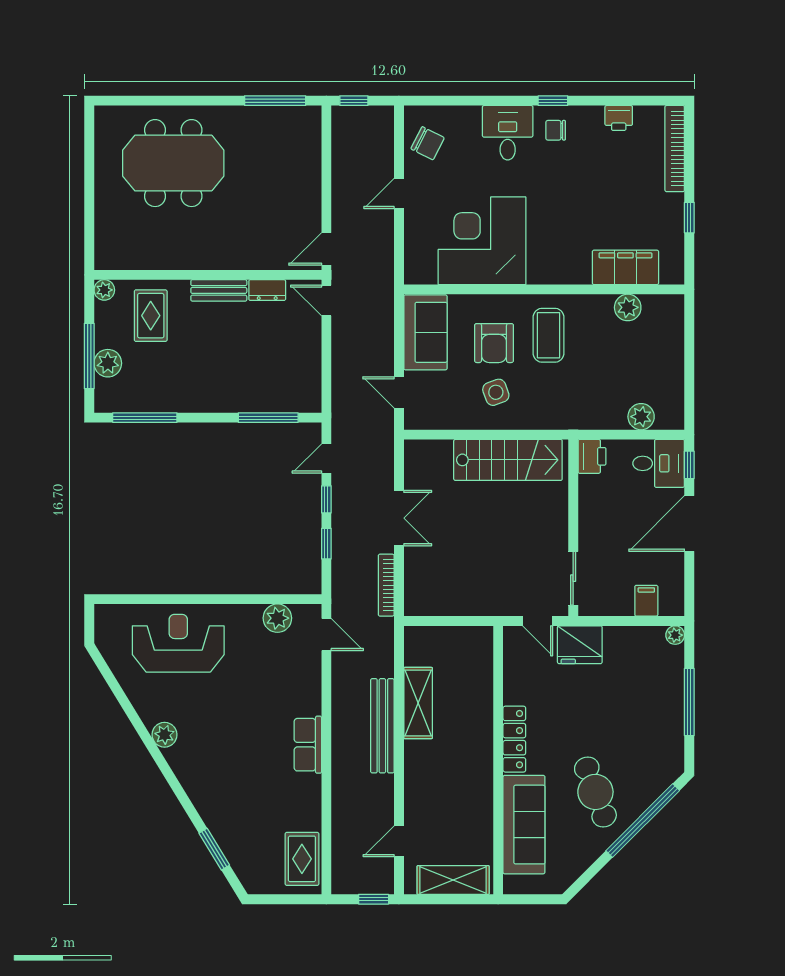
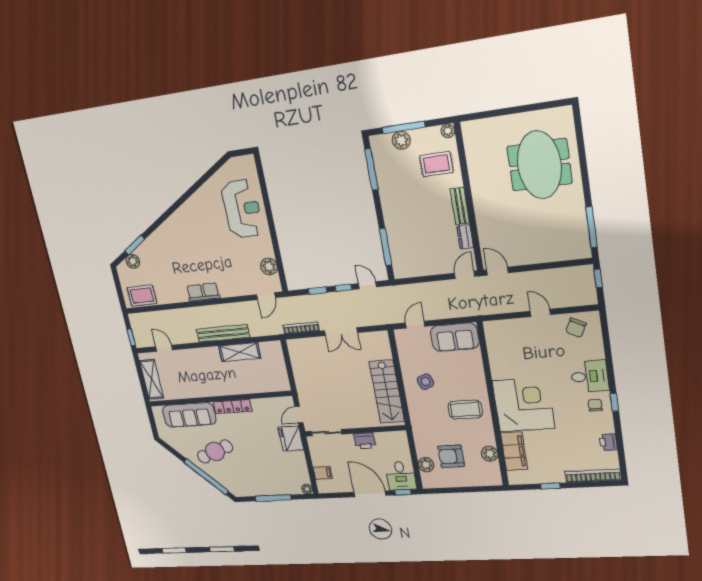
corner desk: (482, 241) -> (523, 404), moved
armchair: (494, 343) -> (451, 456), moved
printer: (592, 456) -> (365, 441), moved
plant: (165, 735) -> (133, 261), moved

